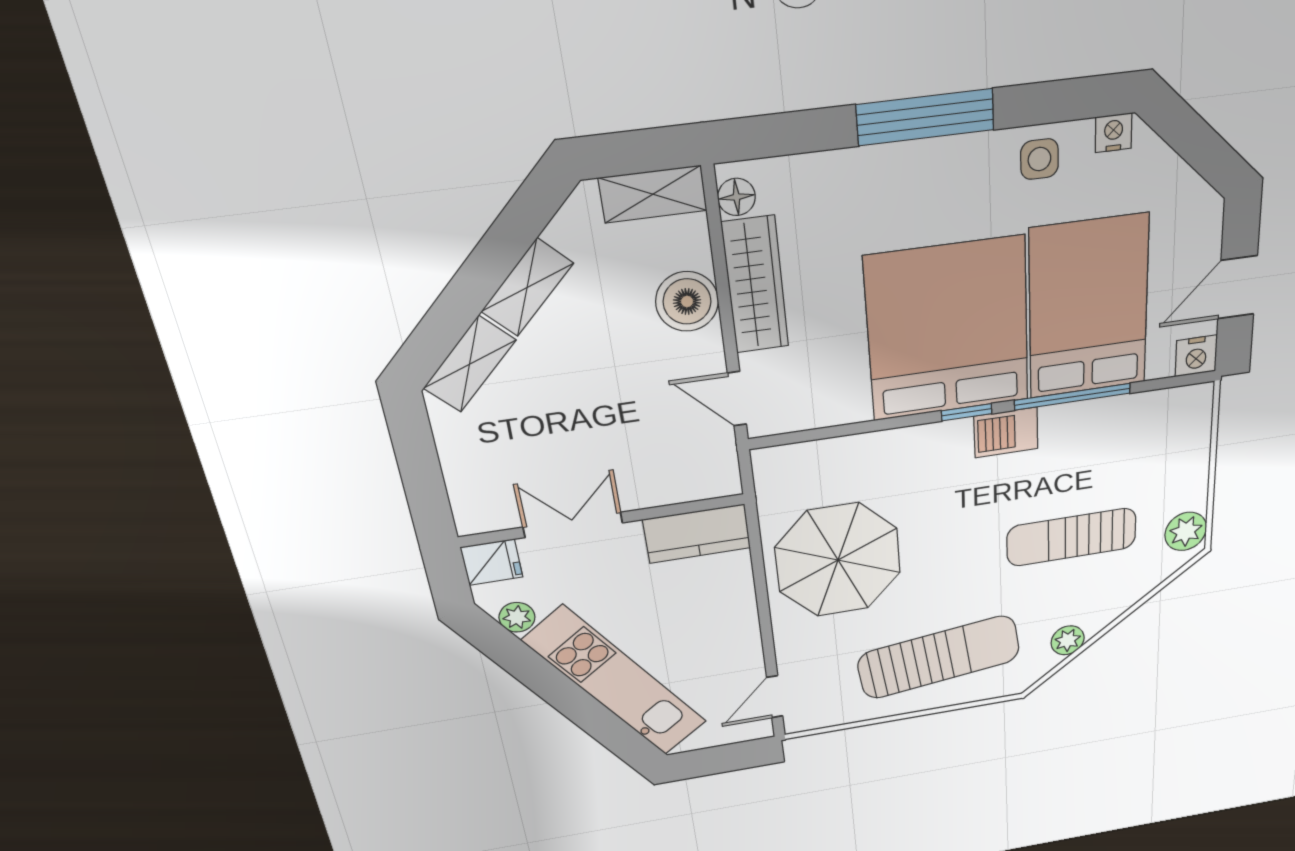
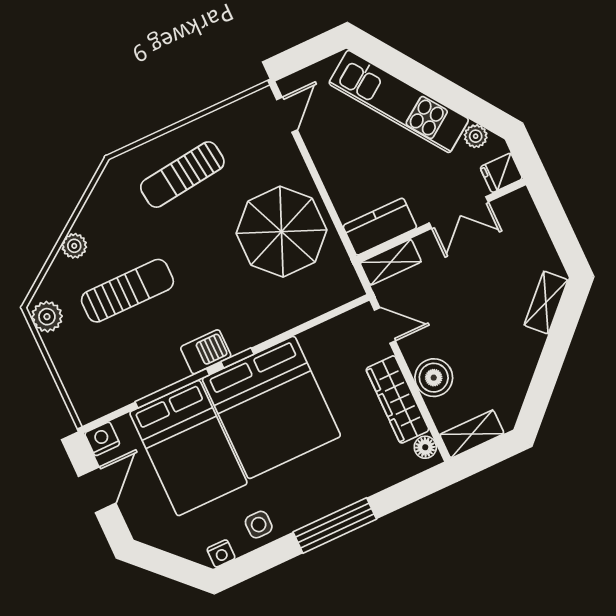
shelving: (527, 287) -> (391, 262), moved, turned 45
plant: (1068, 640) -> (74, 246), moved
sun lounger: (939, 657) -> (182, 175), width x0.73, depth x0.75

